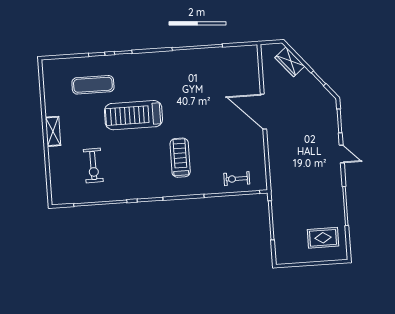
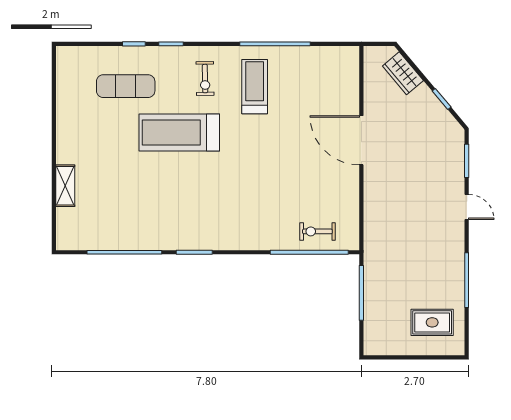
shelving: (53, 131) -> (65, 186), moved
treadmill: (180, 158) -> (255, 87), moved
exercise bike: (93, 165) -> (205, 79), moved, width x0.73, depth x0.72

